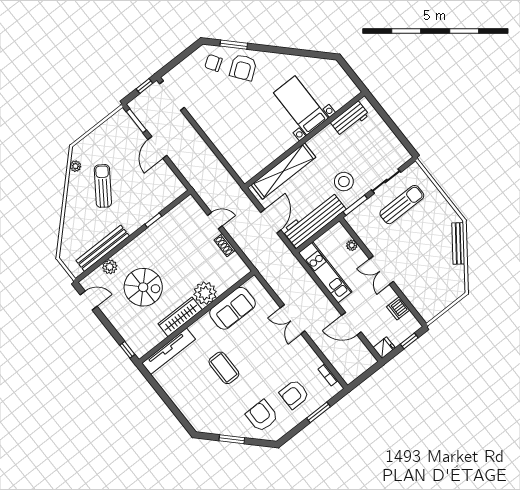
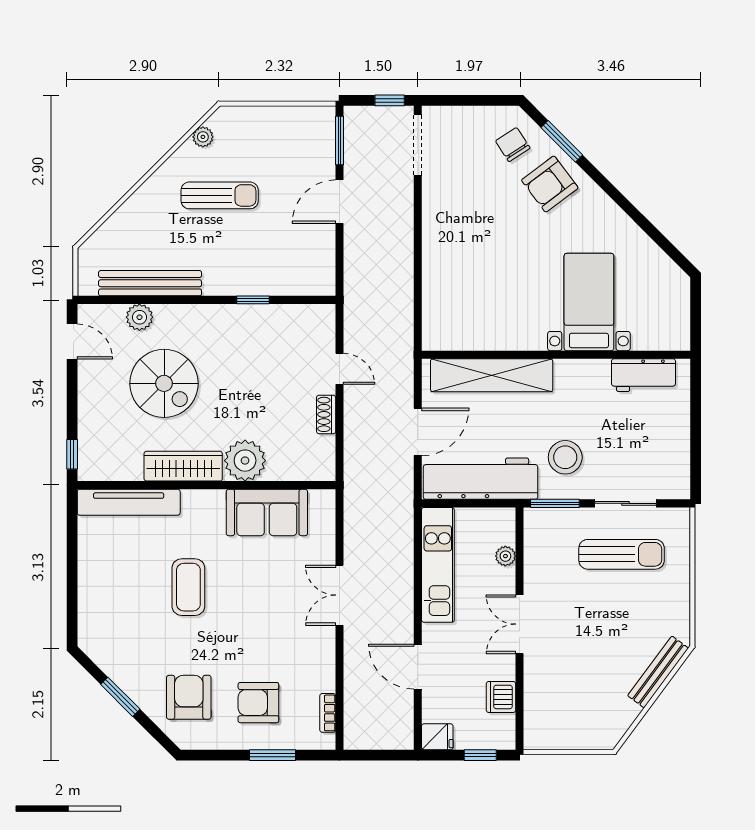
sun lounger: (103, 186) -> (220, 195), turned 55

